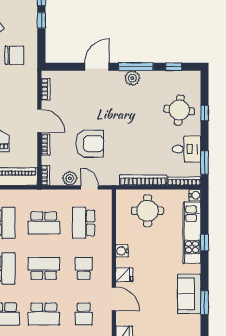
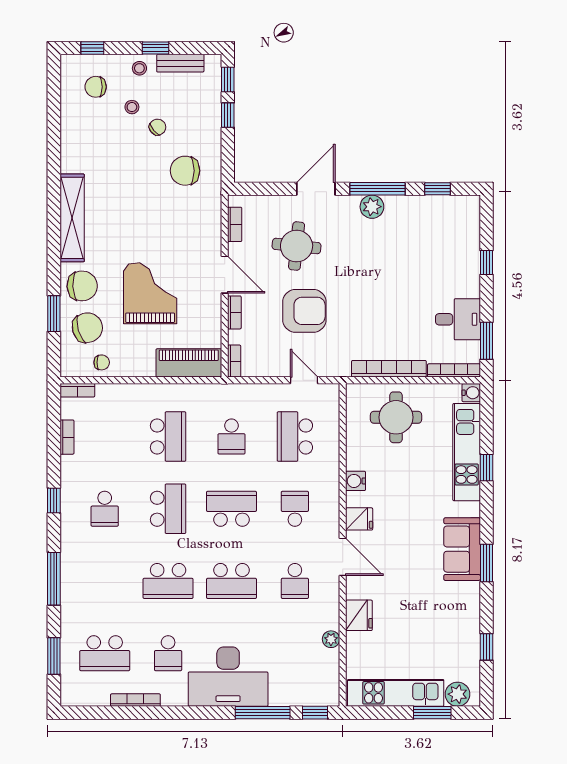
chair: (14, 55) -> (185, 171), turned 180
round table: (179, 110) -> (297, 246), moved
plant: (70, 178) -> (273, 366), removed
school desk: (44, 223) -> (231, 436), width x0.54

